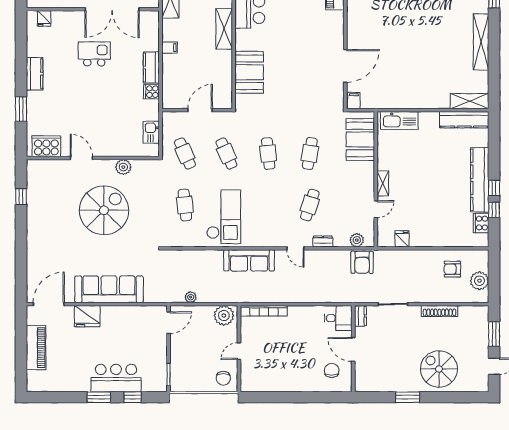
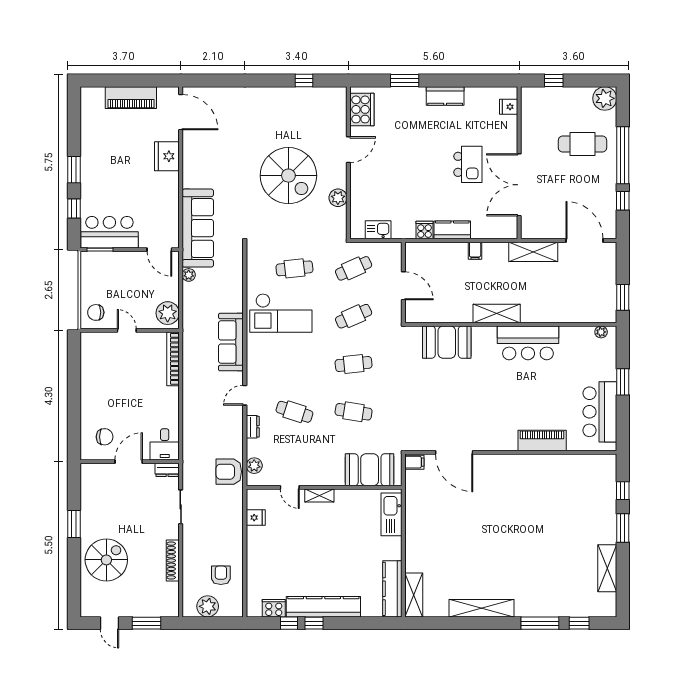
sofa: (109, 289) -> (198, 228), moved
bar counter: (116, 378) -> (109, 232), moved, turned -90

